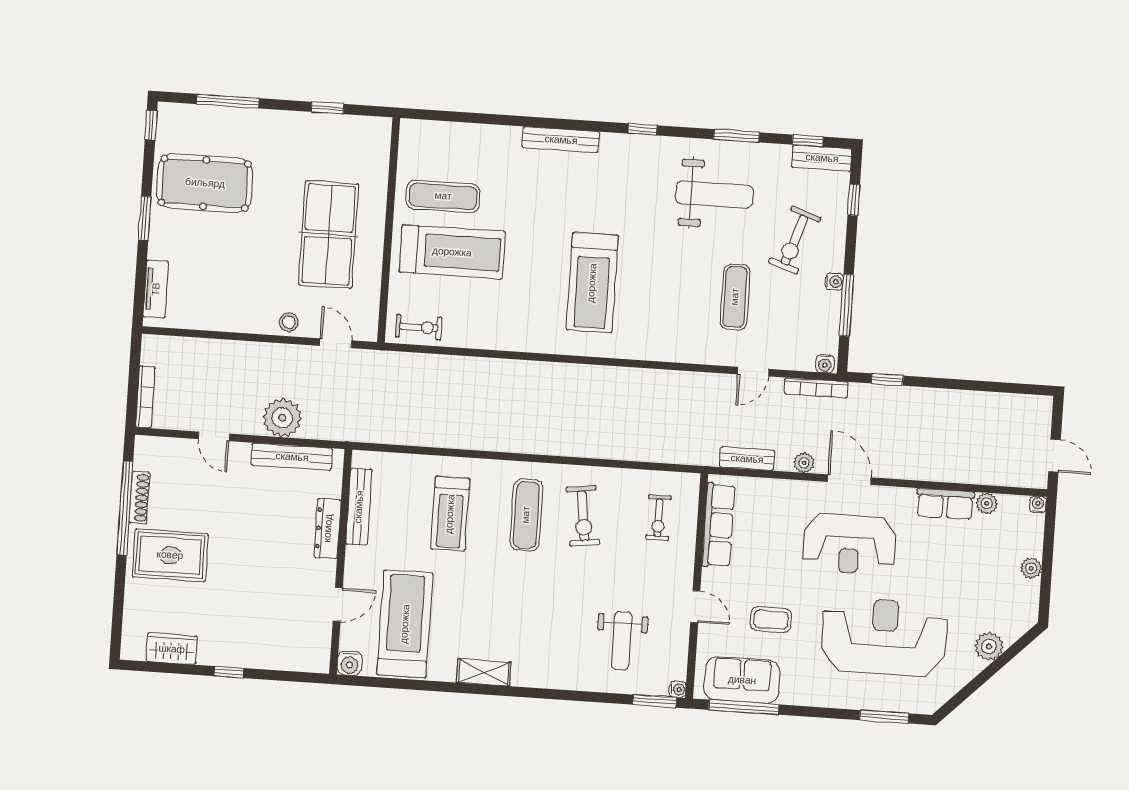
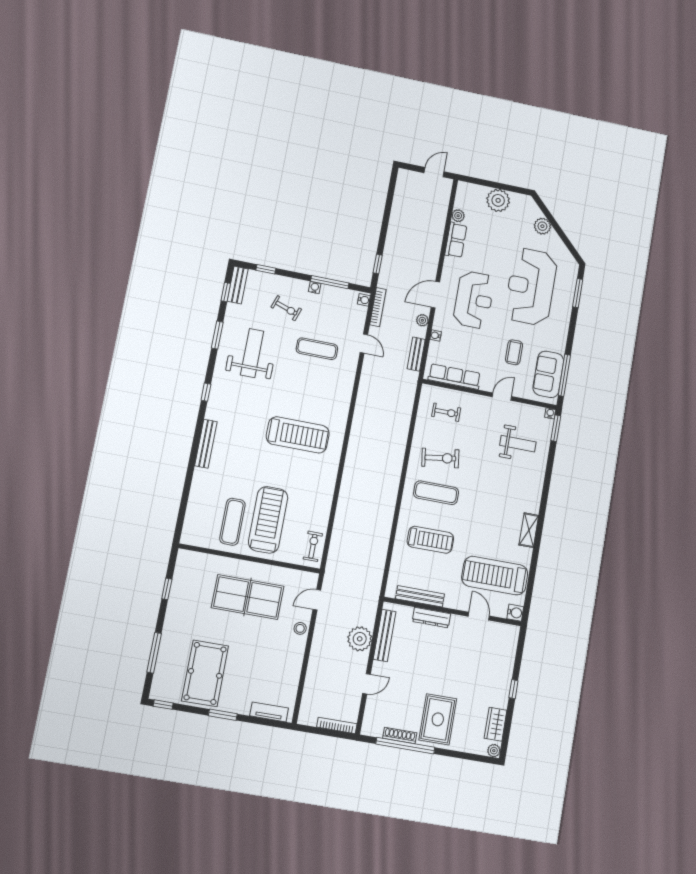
exercise bike: (794, 240) -> (286, 308), width x0.73, depth x0.72
water cooler: (1038, 505) -> (436, 335), moved
plant: (1031, 568) -> (498, 200), width x1.87, depth x1.87
plant: (130, 650) -> (494, 751), added

